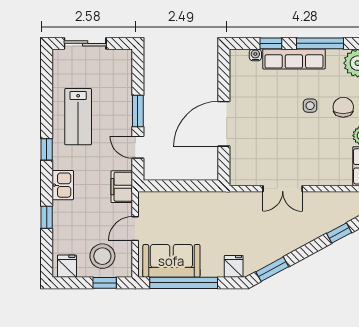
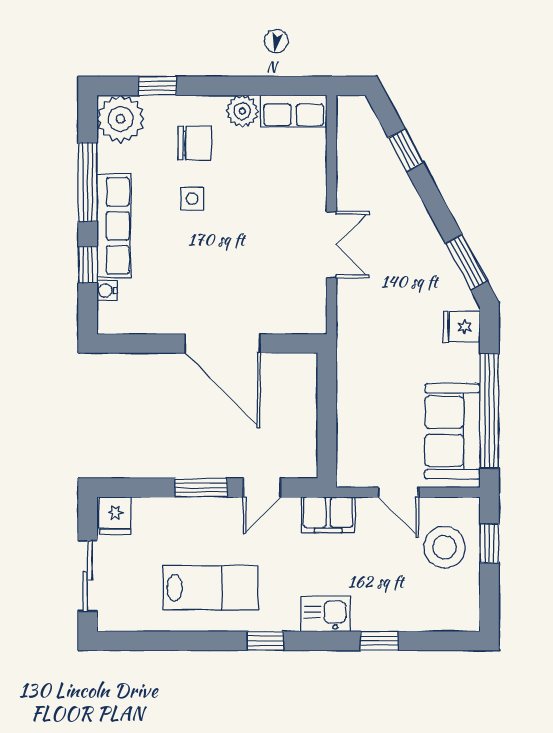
chair: (343, 107) -> (195, 143), turned 180
fridge: (67, 266) -> (115, 516), moved, turned -90

